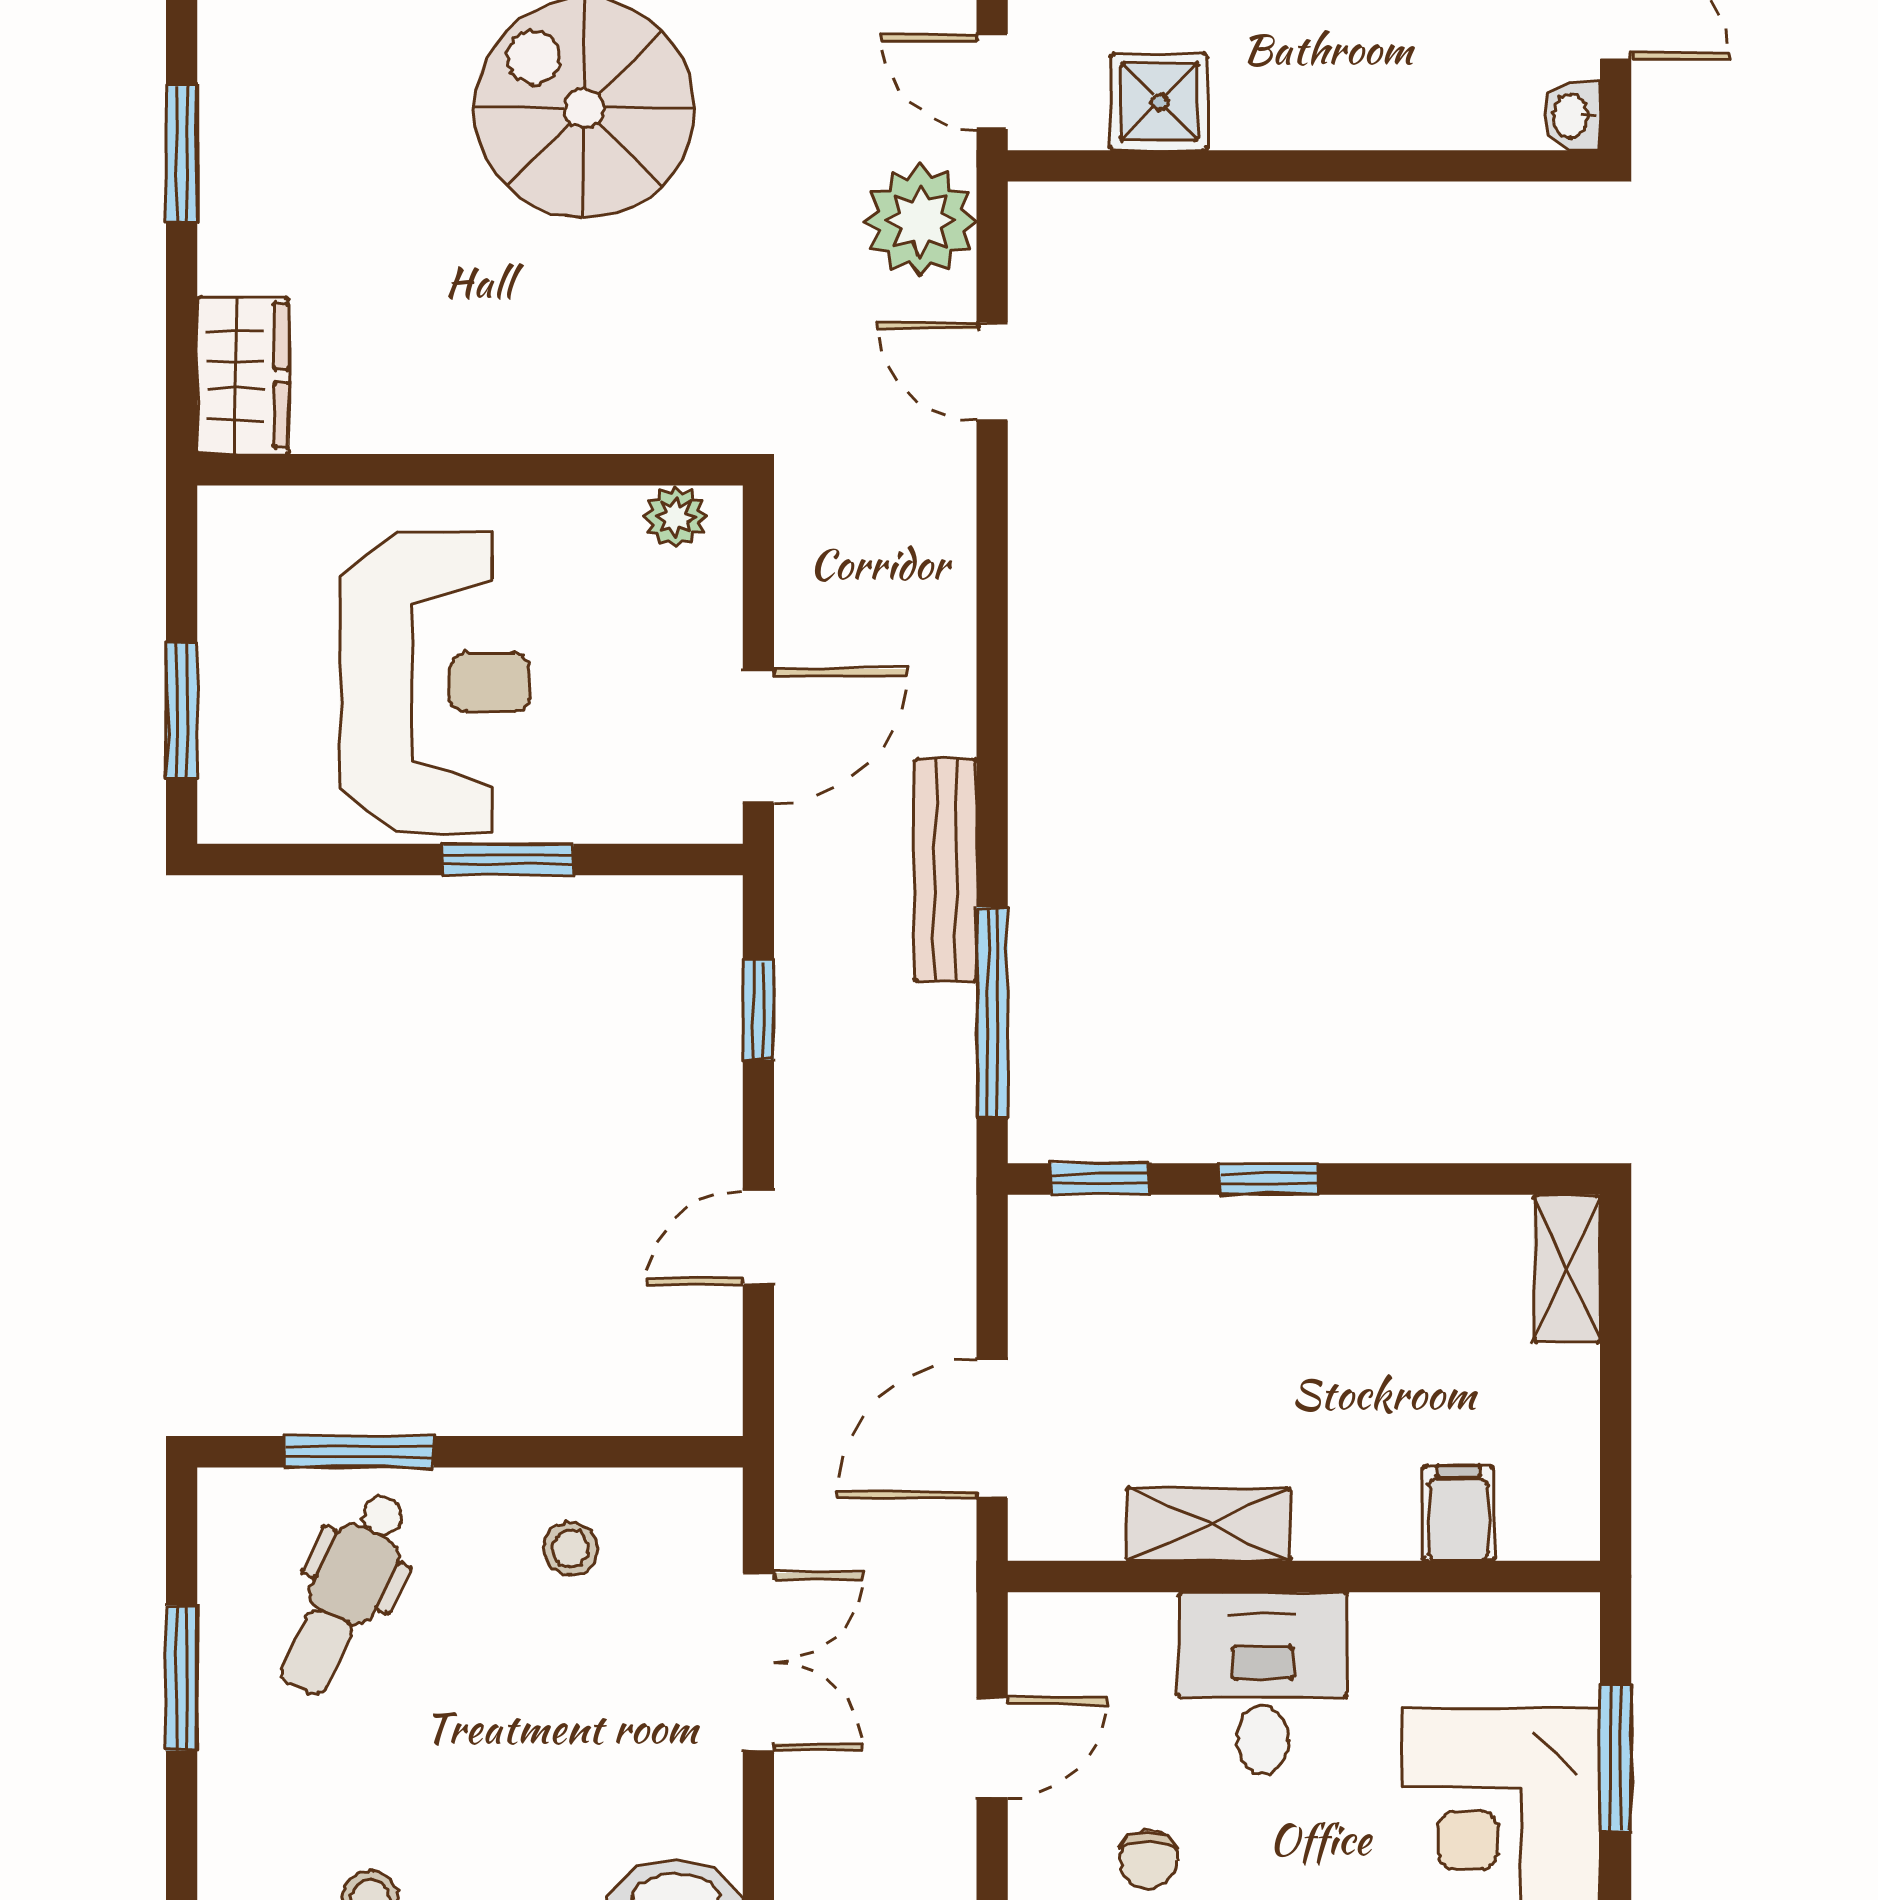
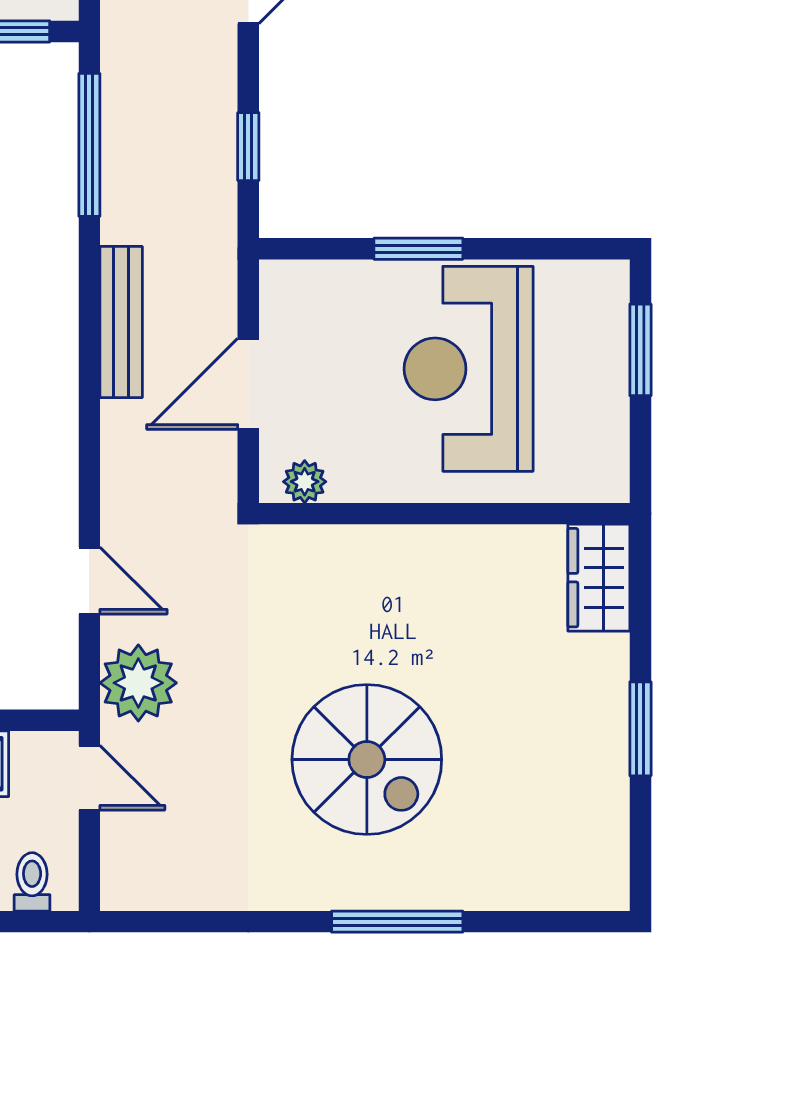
door: (758, 736) -> (248, 384), moved
bench: (945, 870) -> (121, 322), moved

